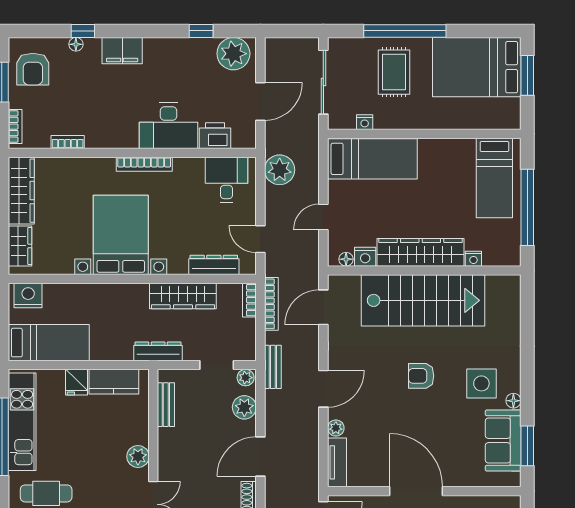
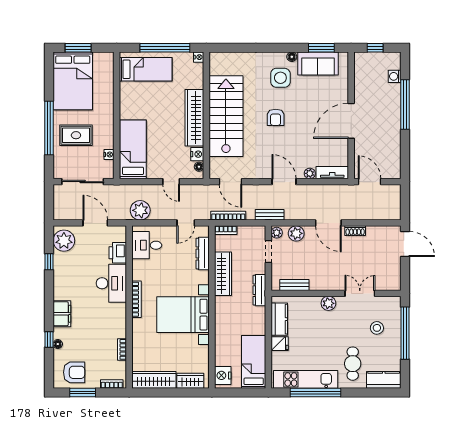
nightstand: (473, 259) -> (199, 57), moved

